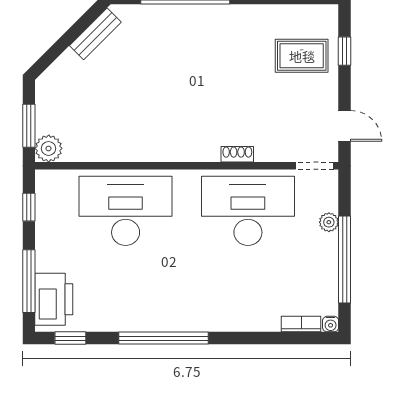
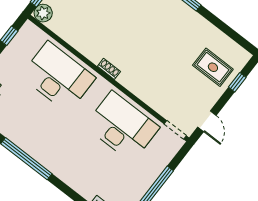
shoe rack: (237, 154) -> (109, 69), moved
plant: (329, 222) -> (160, 165), removed

